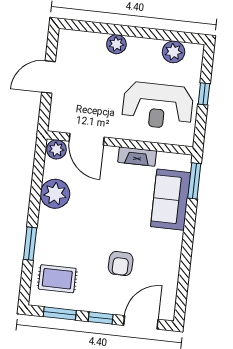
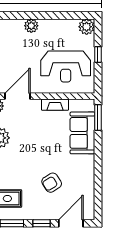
plant: (174, 52) -> (87, 27), moved
door: (87, 139) -> (17, 96), swing flipped
armchair: (121, 264) -> (52, 183), turned 57

